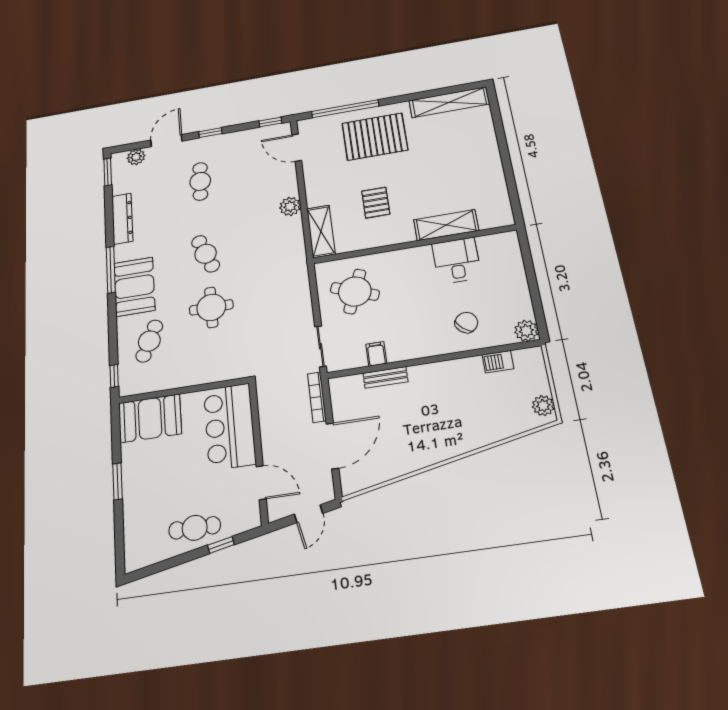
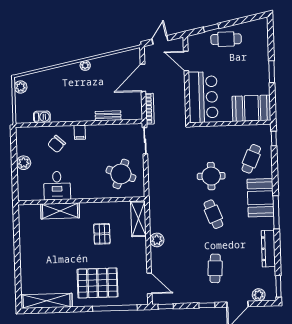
plant: (526, 331) -> (24, 163), moved
filing cabinet: (376, 354) -> (80, 132), moved
plant: (435, 455) -> (85, 65), added

